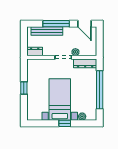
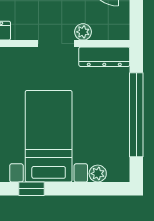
window: (65, 123) -> (31, 189), moved

